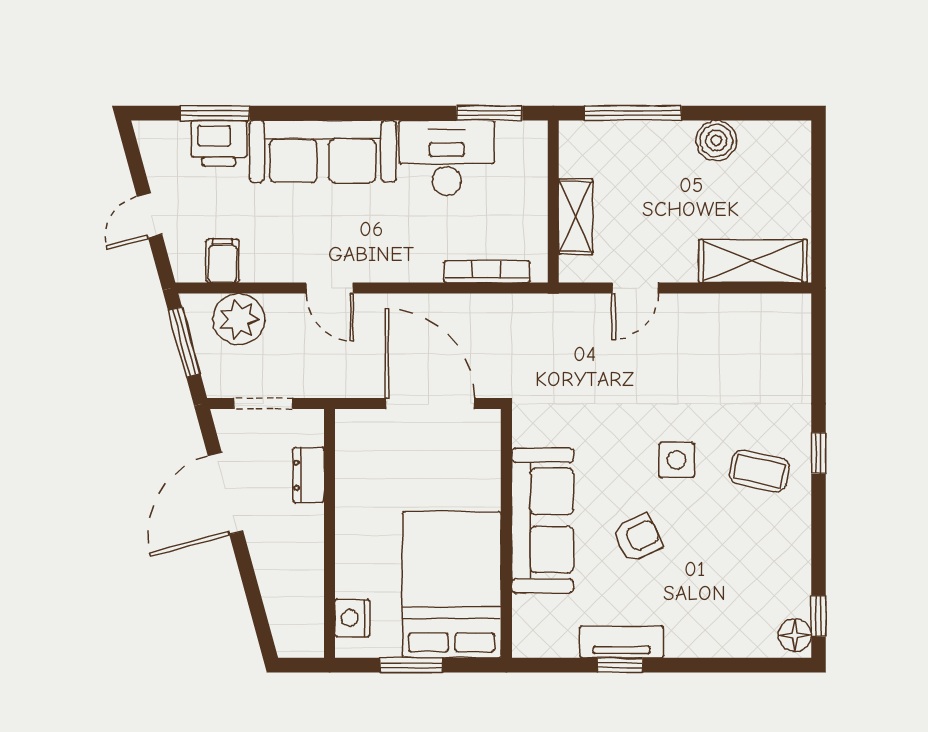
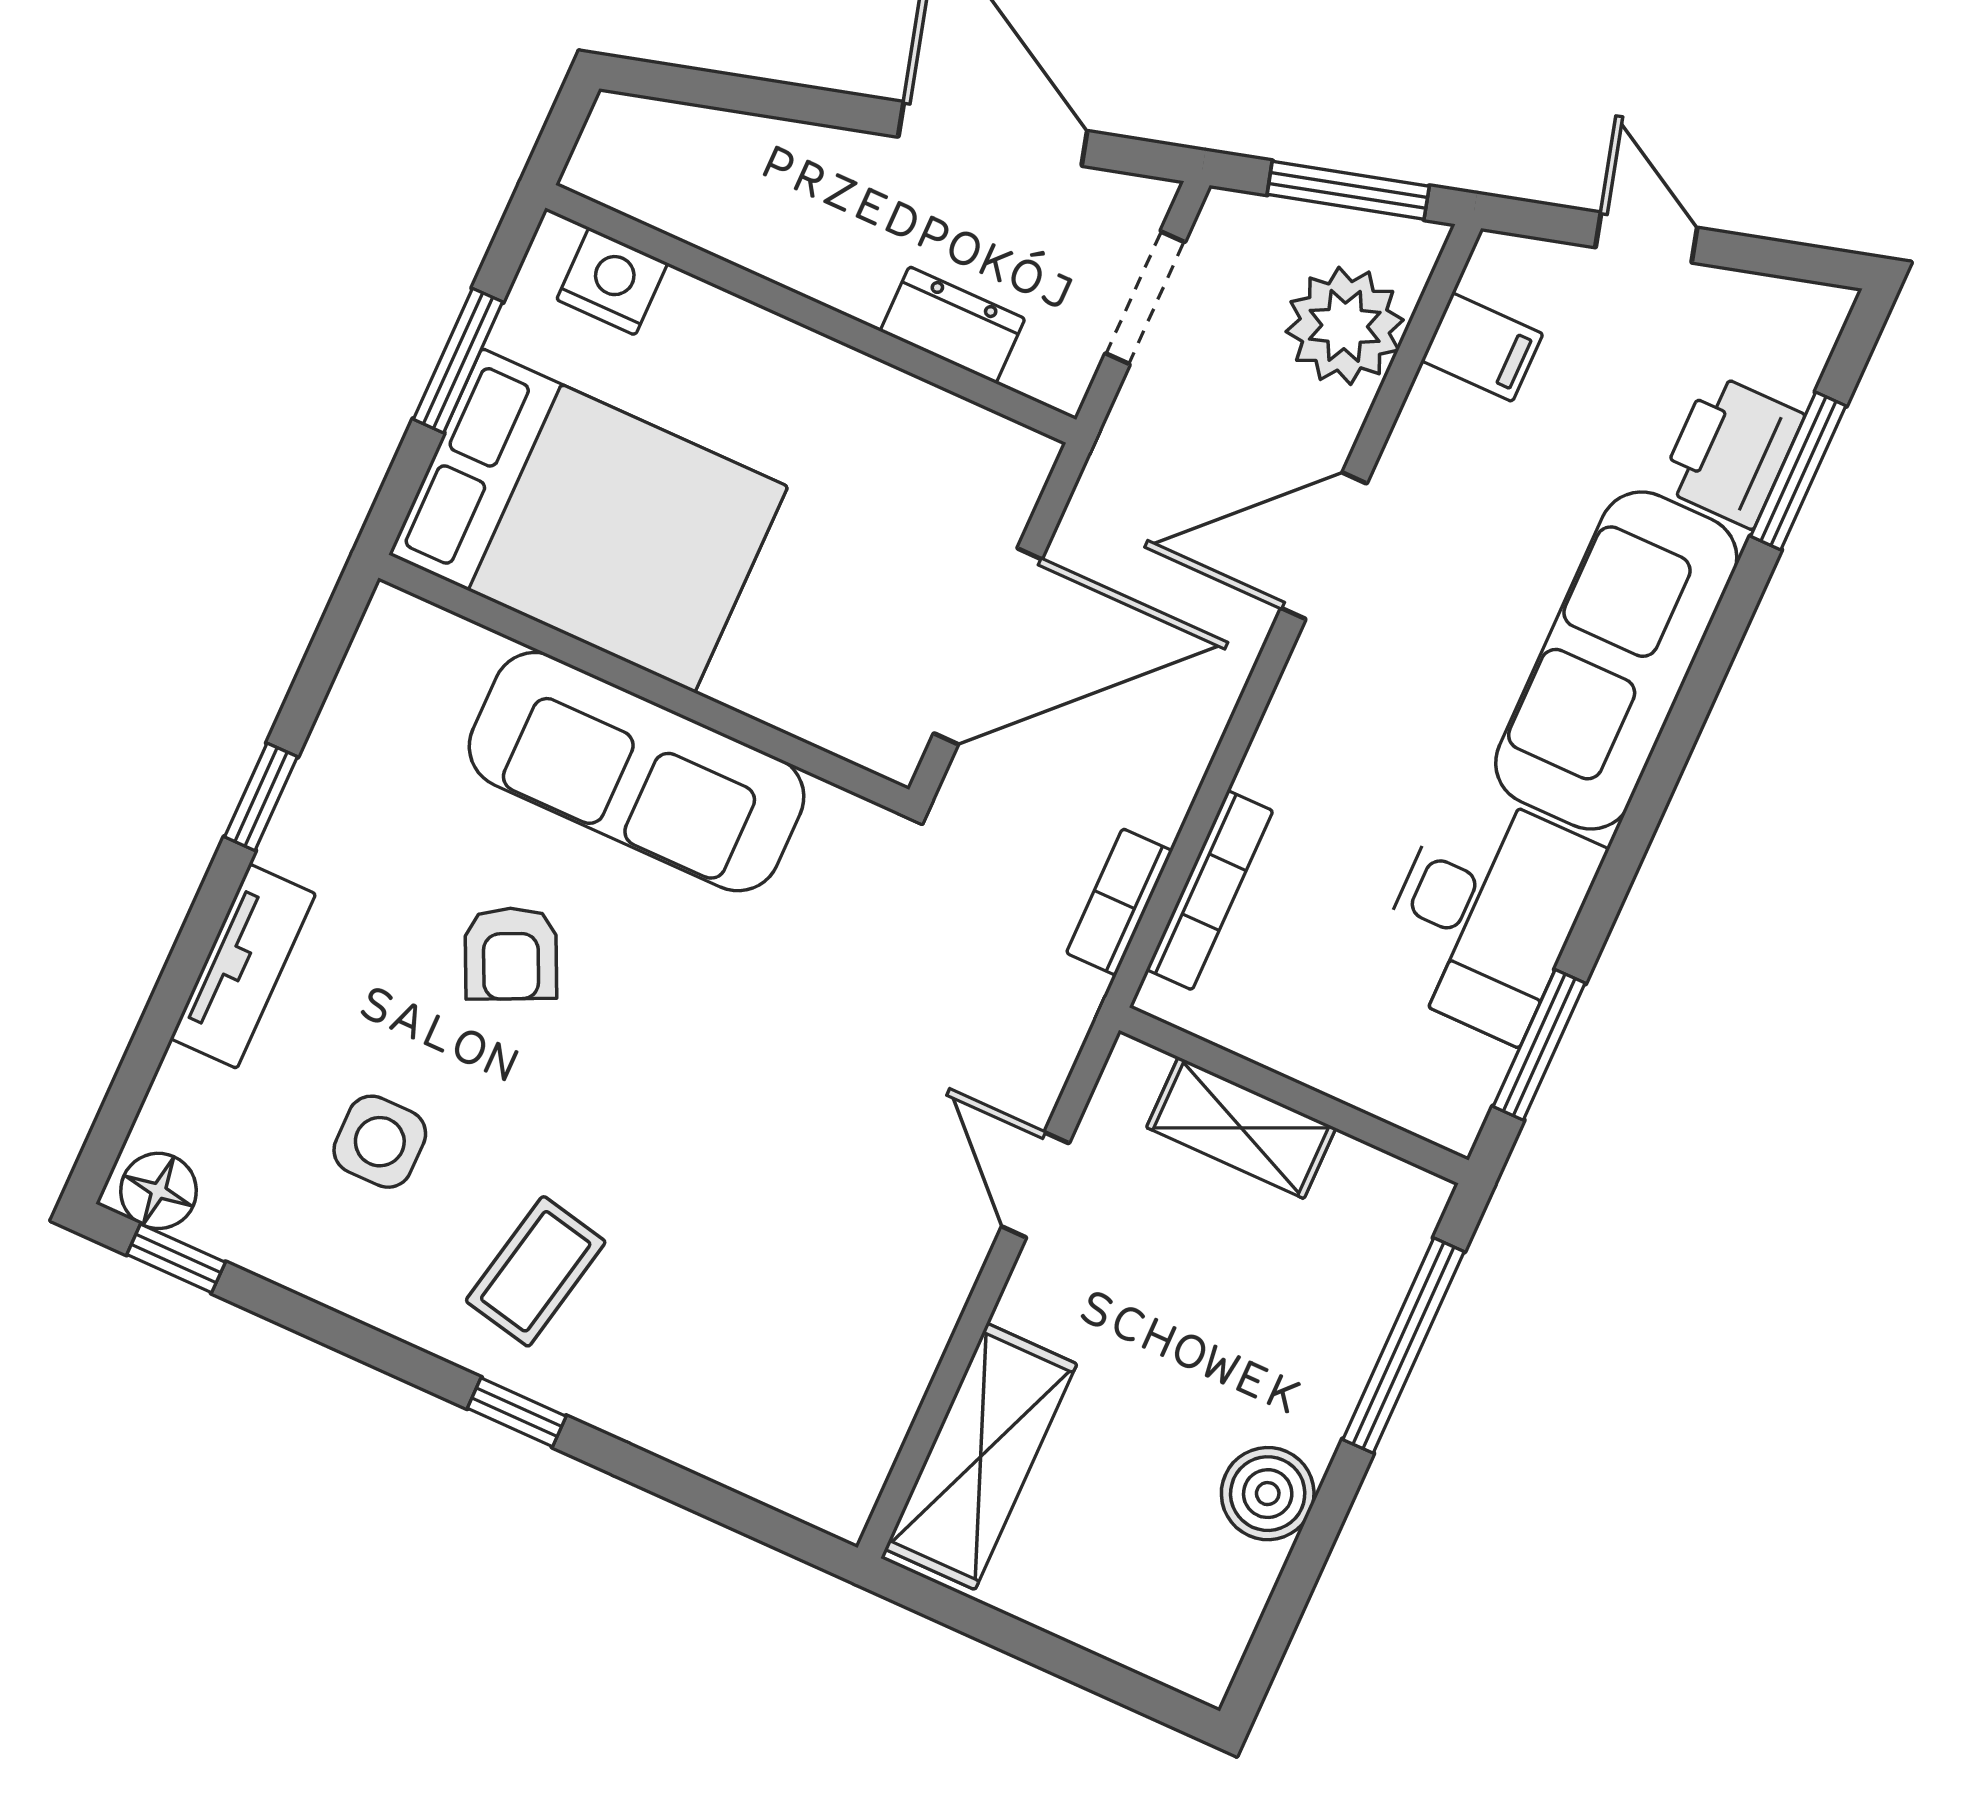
door: (330, 288) -> (1324, 546), width x1.37
bookcase: (508, 305) -> (1119, 902), added
side table: (677, 460) -> (380, 1142), moved
tv unit: (622, 642) -> (243, 966), moved

